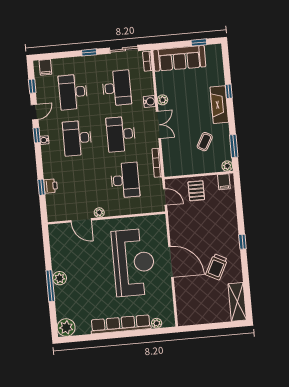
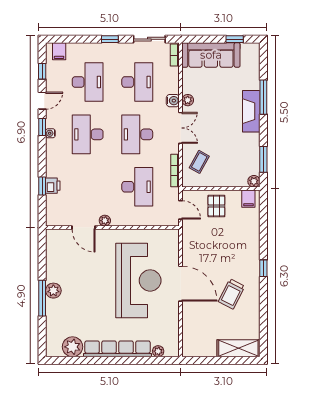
window: (229, 91) -> (263, 97), width x2.17
desk: (73, 92) -> (88, 82), turned 180
coffee table: (205, 142) -> (199, 162), moved
shelving: (237, 302) -> (238, 348), moved, turned 90
plant: (66, 327) -> (72, 347), moved

